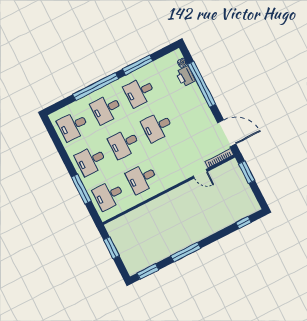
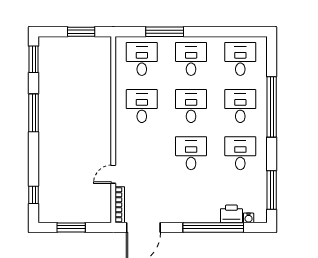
window: (138, 65) -> (272, 190), moved
window: (247, 172) -> (71, 227), moved

